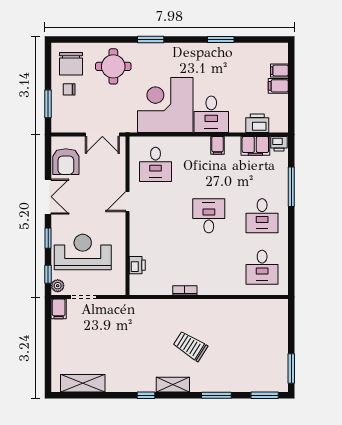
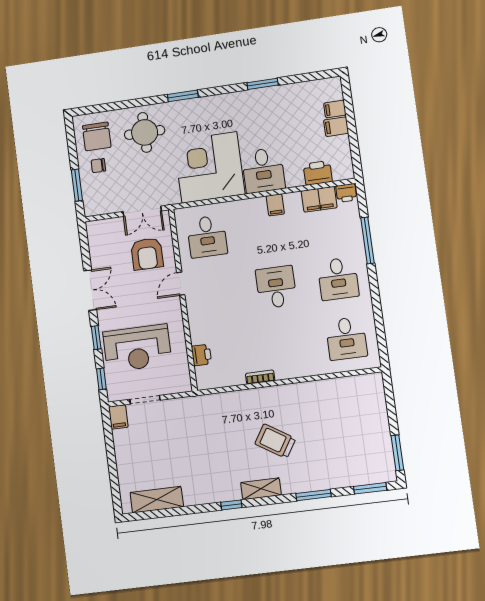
armchair: (66, 162) -> (147, 254), moved
reception desk: (83, 252) -> (137, 348), turned 180
plant: (58, 286) -> (114, 391), removed

